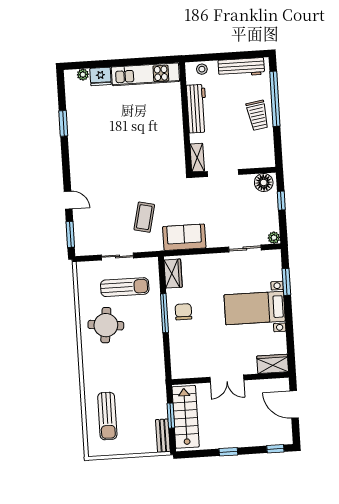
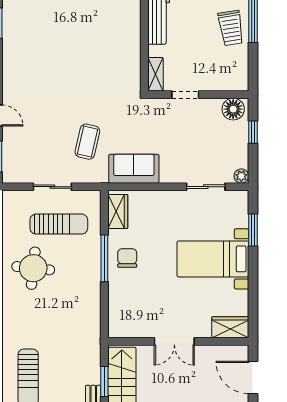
doorway: (223, 173) -> (185, 95), width x0.73

